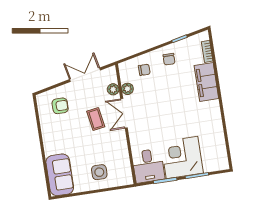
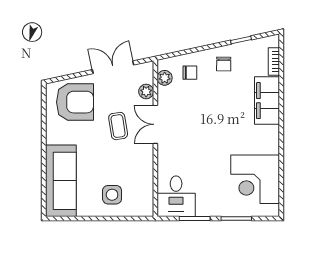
plant: (127, 89) -> (165, 78), moved
armchair: (60, 106) -> (75, 102), width x1.88, depth x1.88
corner desk: (182, 158) -> (255, 179), moved, turned -90
sofa: (60, 175) -> (61, 181), width x1.36

